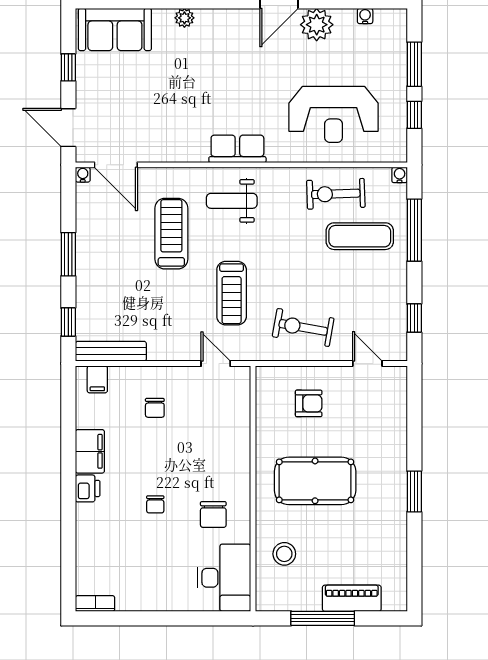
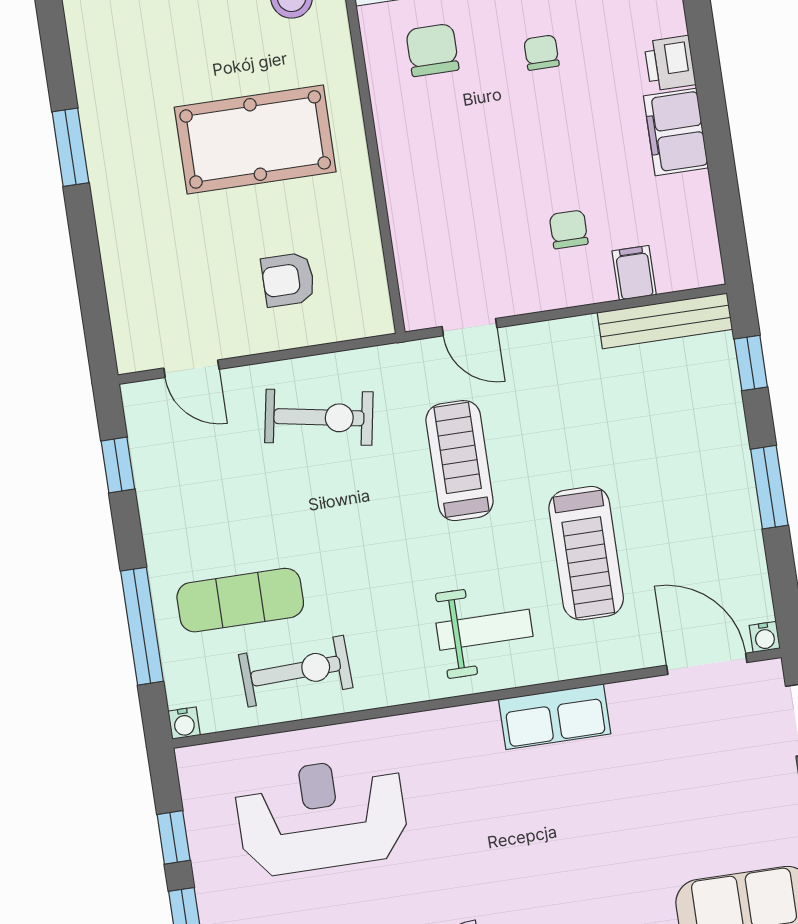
row of seats: (237, 149) -> (555, 717), moved
filing cabinet: (97, 379) -> (634, 273), moved

